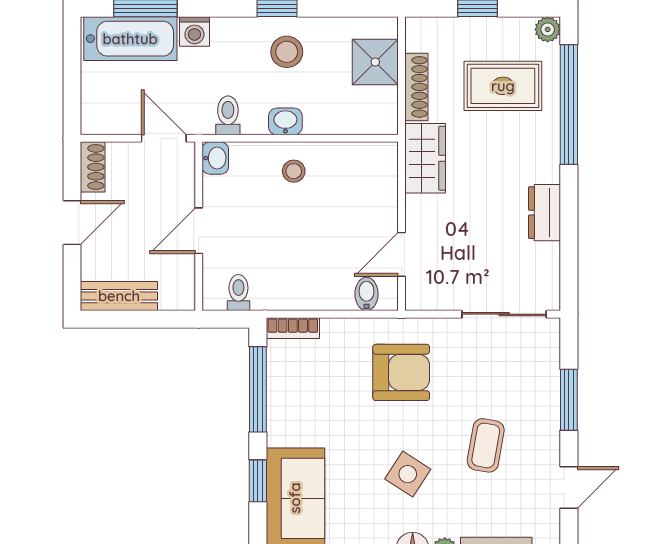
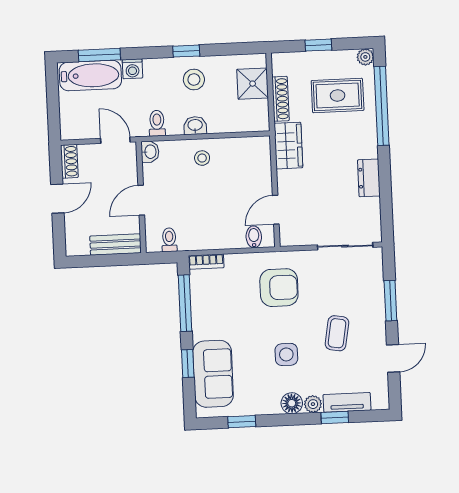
bench: (119, 296) -> (116, 245), moved
side table: (408, 474) -> (286, 354), turned -33

